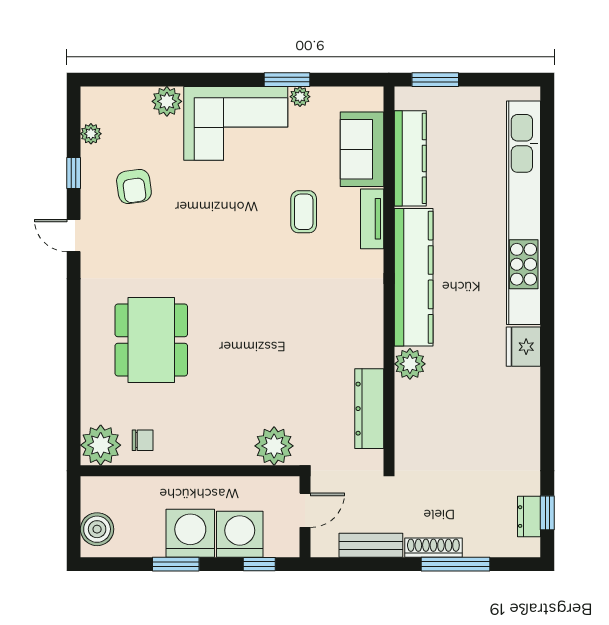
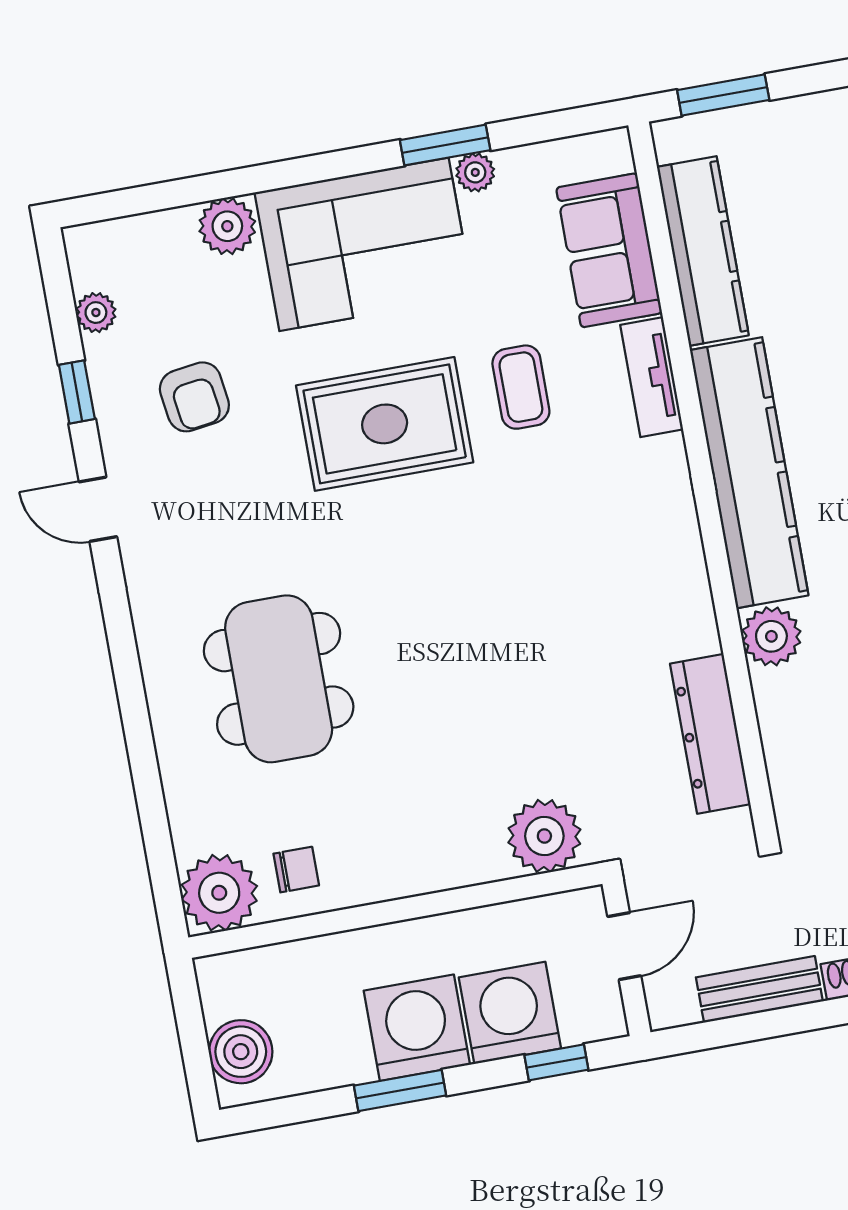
rug: (230, 218) -> (385, 424), added

